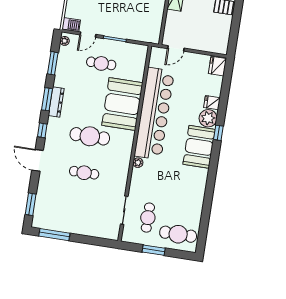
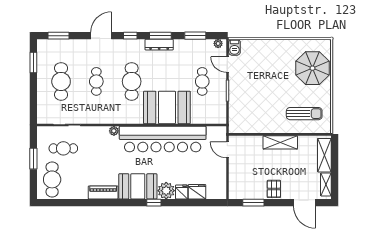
window: (235, 30) -> (253, 203), added
fridge: (217, 66) -> (197, 192), moved
piano: (200, 184) -> (103, 192), added
cafe table: (78, 209) -> (61, 81), added
window: (54, 235) -> (33, 63), width x0.69

